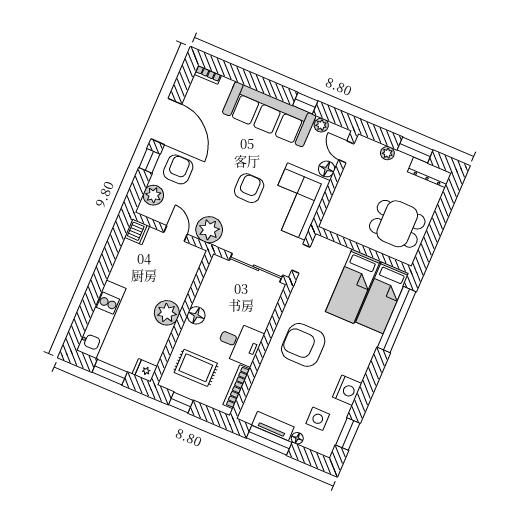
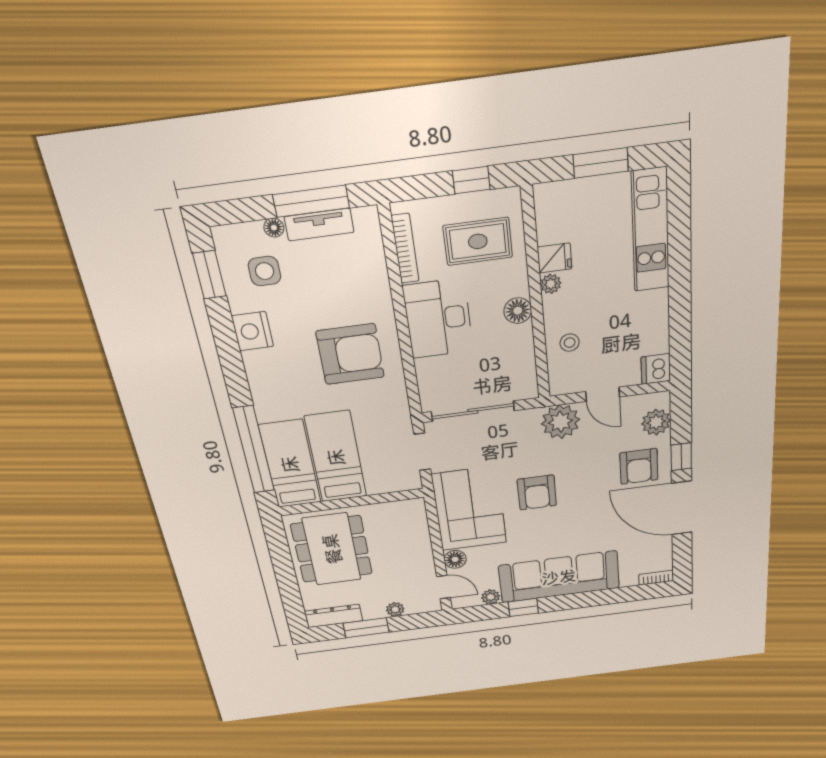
dining table: (397, 224) -> (332, 549), width x1.38
stool: (178, 278) -> (570, 343), added
plant: (167, 313) -> (551, 284), width x0.53, depth x0.53
desk: (240, 343) -> (438, 319), width x1.37
fridge: (145, 370) -> (555, 258), moved

